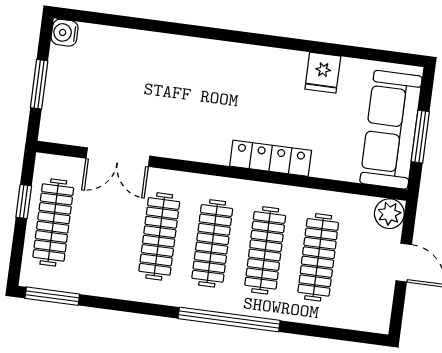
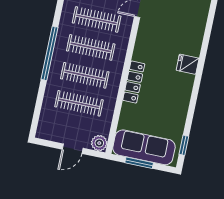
window: (381, 56) -> (184, 145), added
fridge: (323, 73) -> (188, 64), moved

